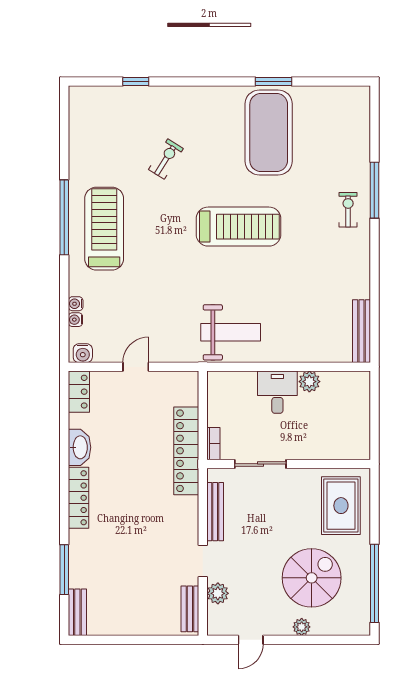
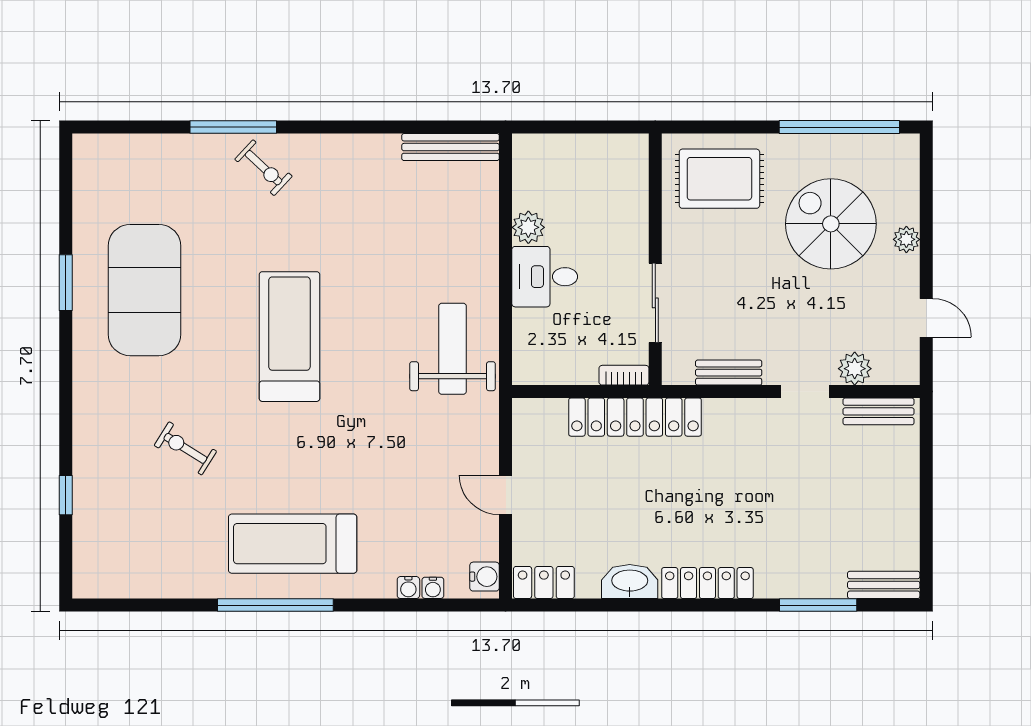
exercise mat: (269, 132) -> (144, 290), turned 90
exercise bike: (348, 210) -> (264, 168), turned -137
bench: (215, 512) -> (729, 373), width x0.73

